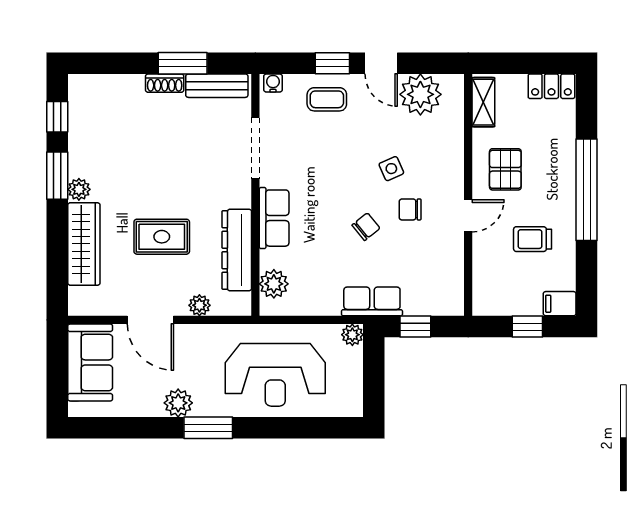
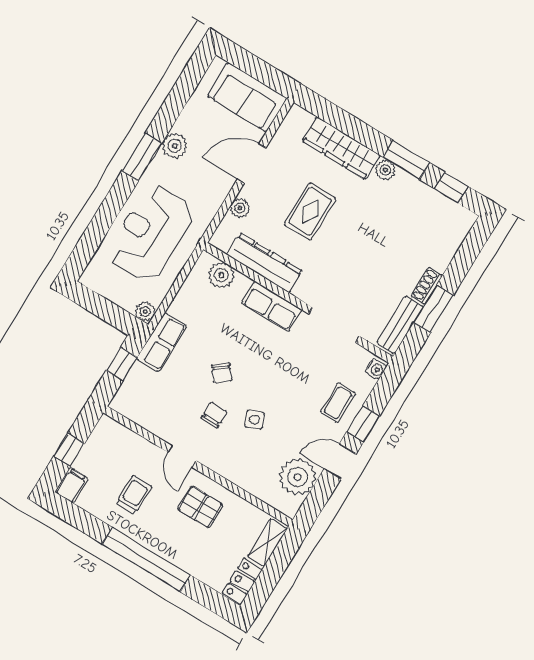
shelving: (483, 102) -> (267, 542), moved, turned 90

